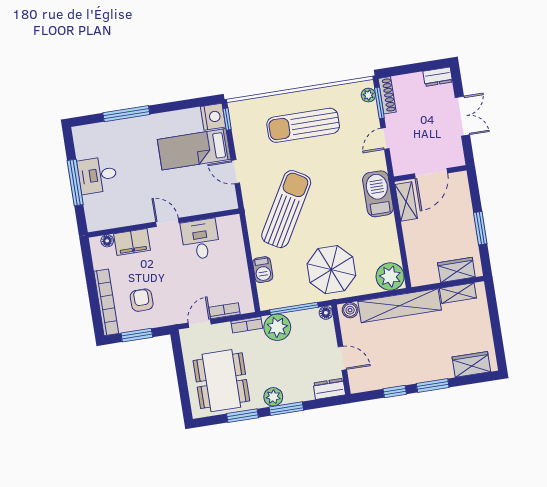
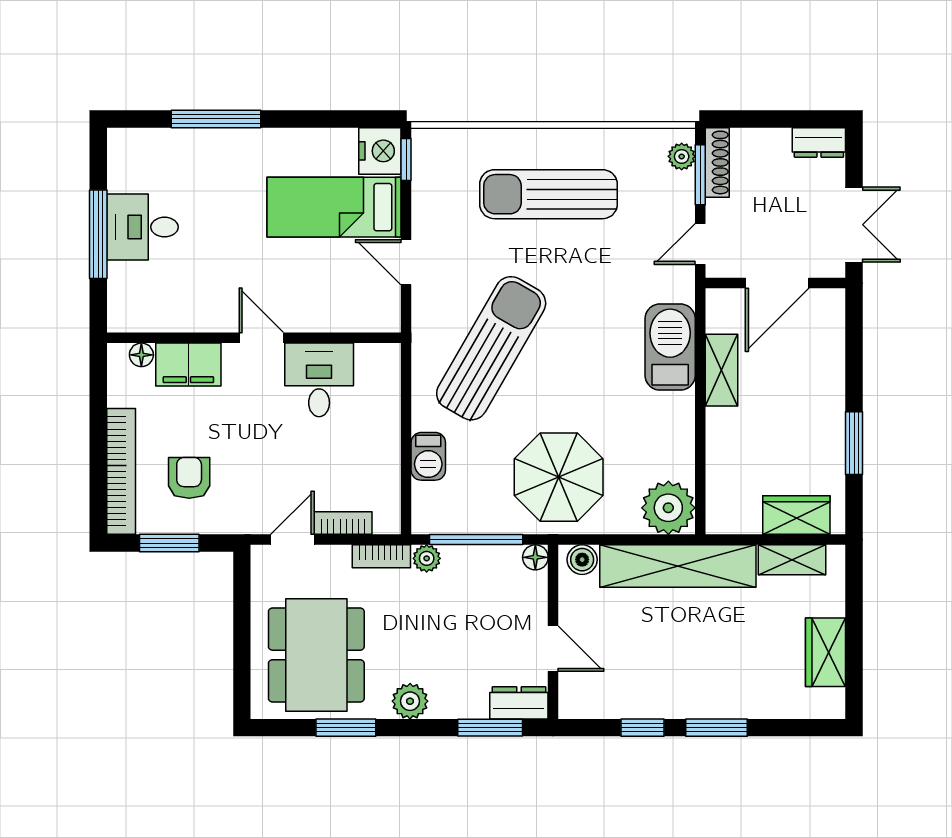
door: (431, 173) -> (777, 283), moved
wall: (430, 174) -> (775, 283), moved
plant: (277, 327) -> (427, 558), width x0.53, depth x0.53
wardrobe: (471, 364) -> (826, 652), moved, turned -90
window: (286, 409) -> (490, 728), moved

